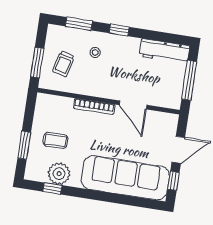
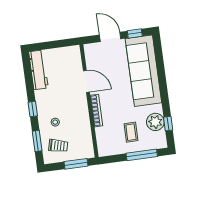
trolley: (64, 64) -> (58, 146), moved
window: (189, 80) -> (55, 44), removed
door: (133, 105) -> (86, 81), hinge flipped
window: (24, 145) -> (142, 155), width x1.44

